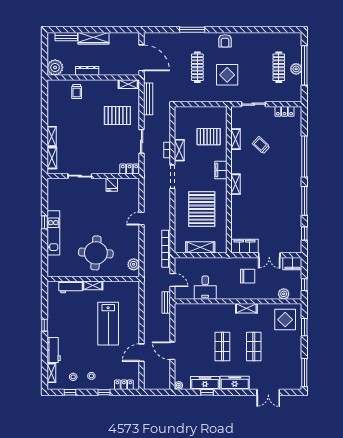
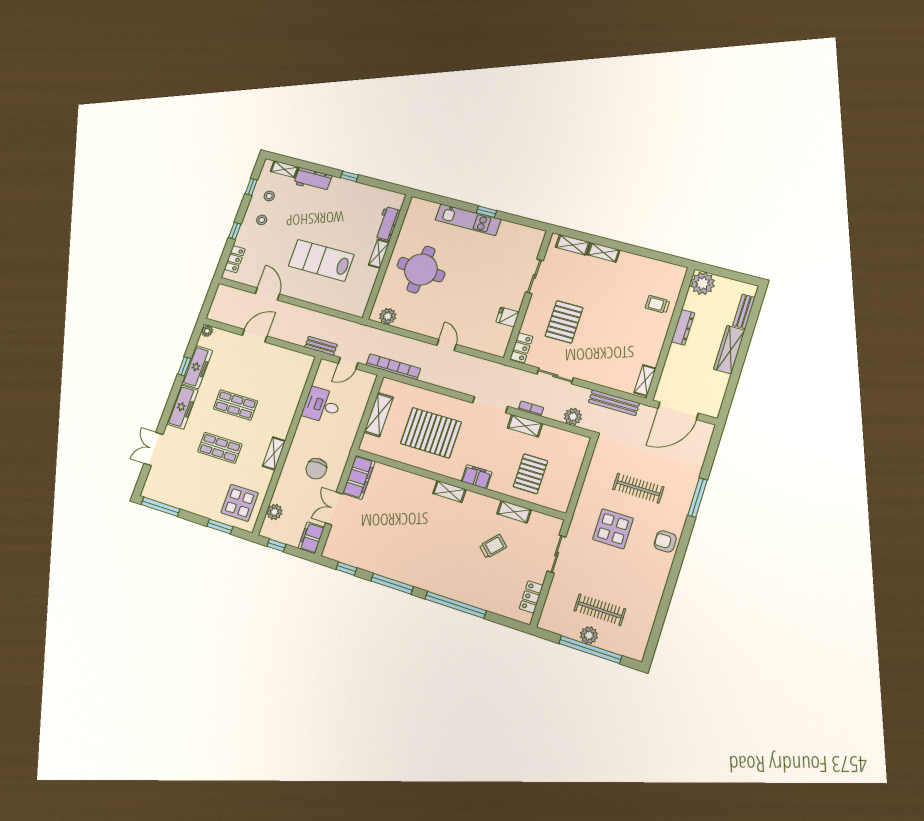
pallet: (117, 115) -> (564, 322), moved
plant: (164, 122) -> (573, 417), added

